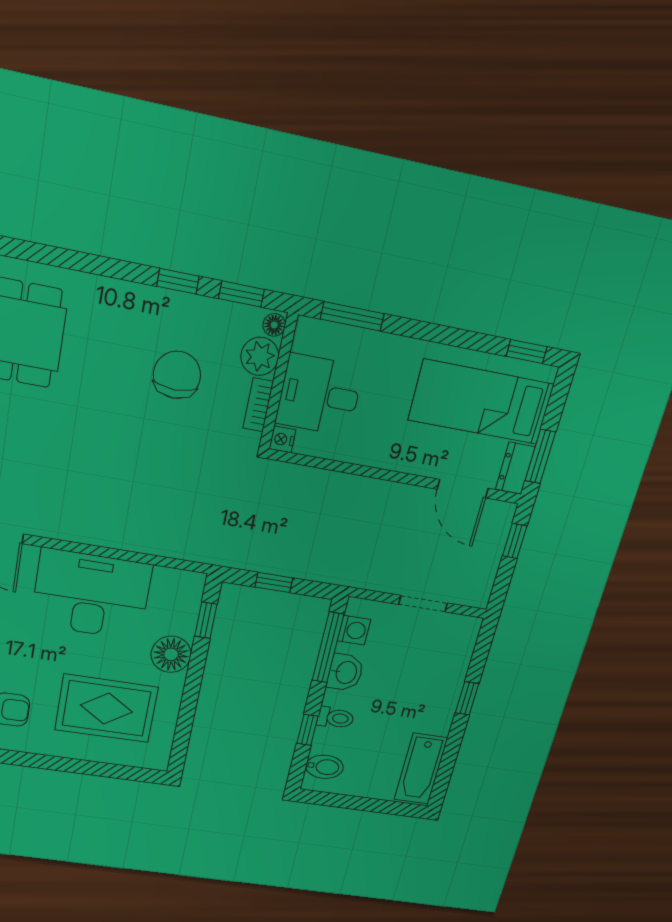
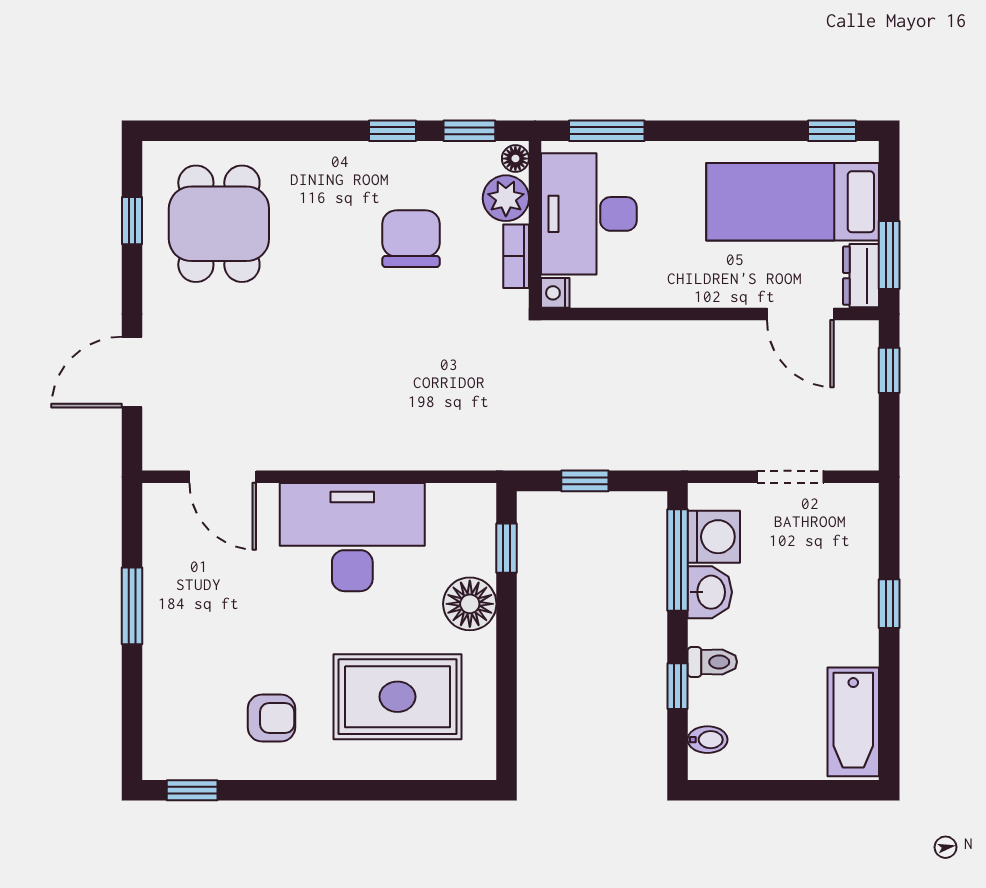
desk: (320, 395) -> (589, 214), width x1.37
washing machine: (354, 630) -> (714, 537), width x1.38, depth x1.38
bidet: (324, 767) -> (707, 740), width x0.72, depth x0.74

